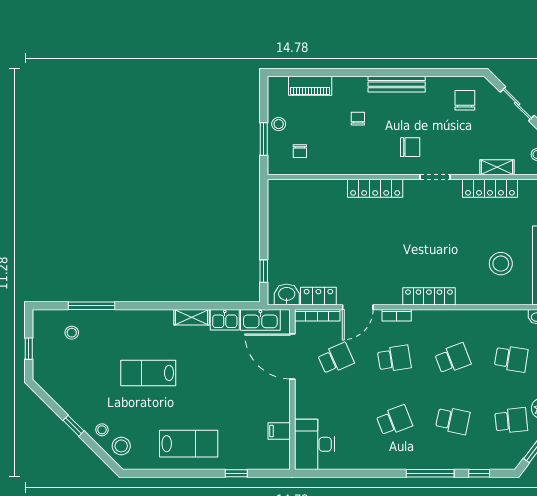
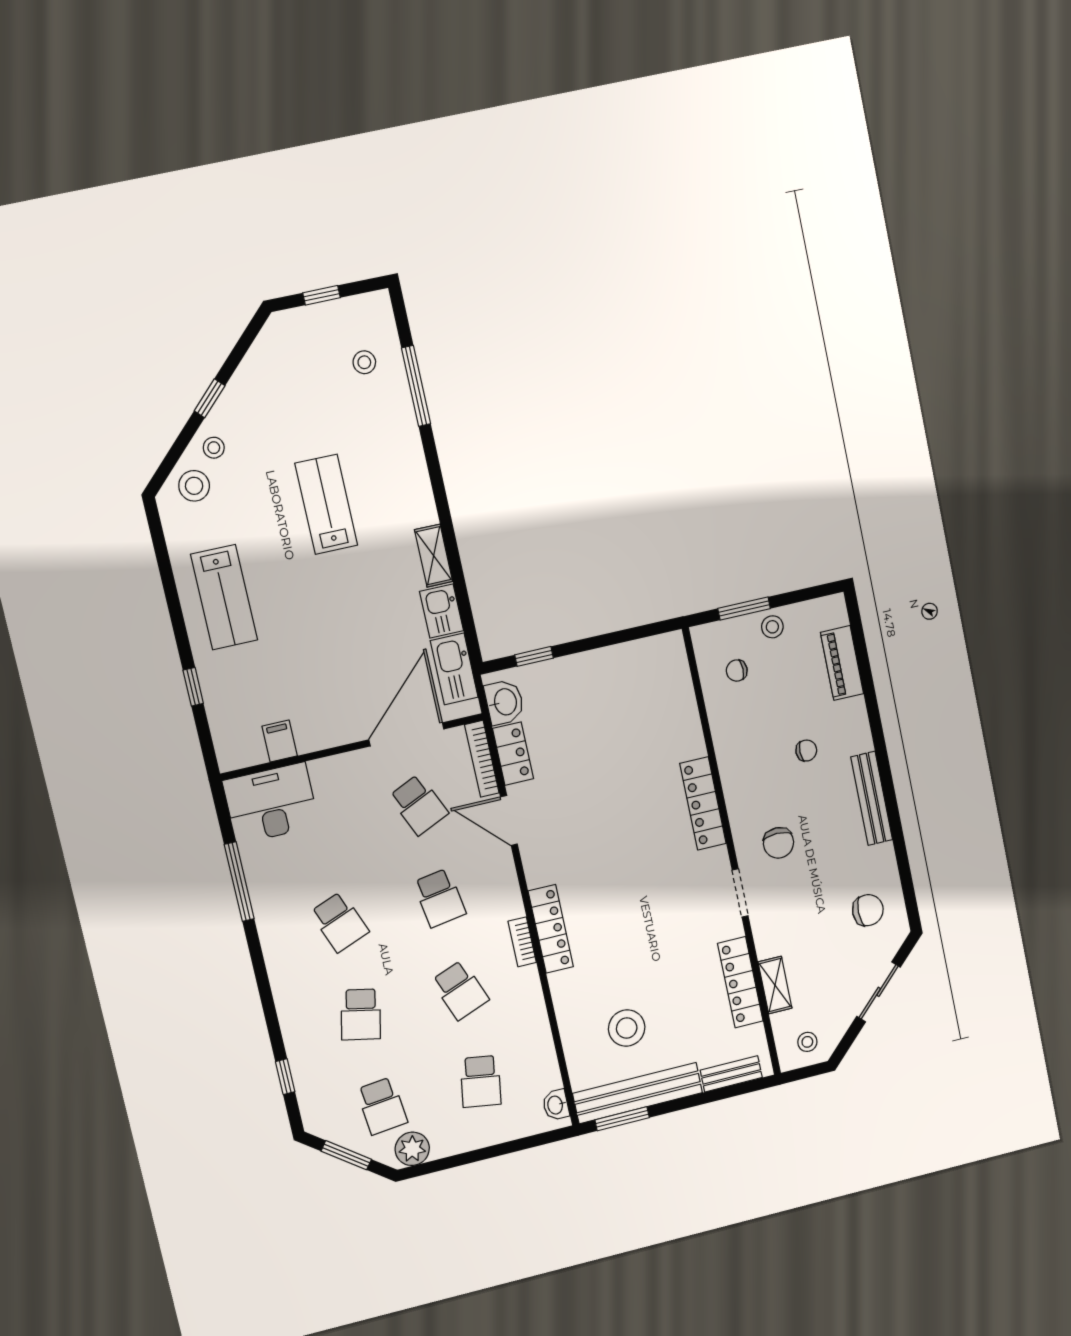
bookcase: (397, 315) -> (522, 942), moved
window: (430, 473) -> (239, 882), moved

